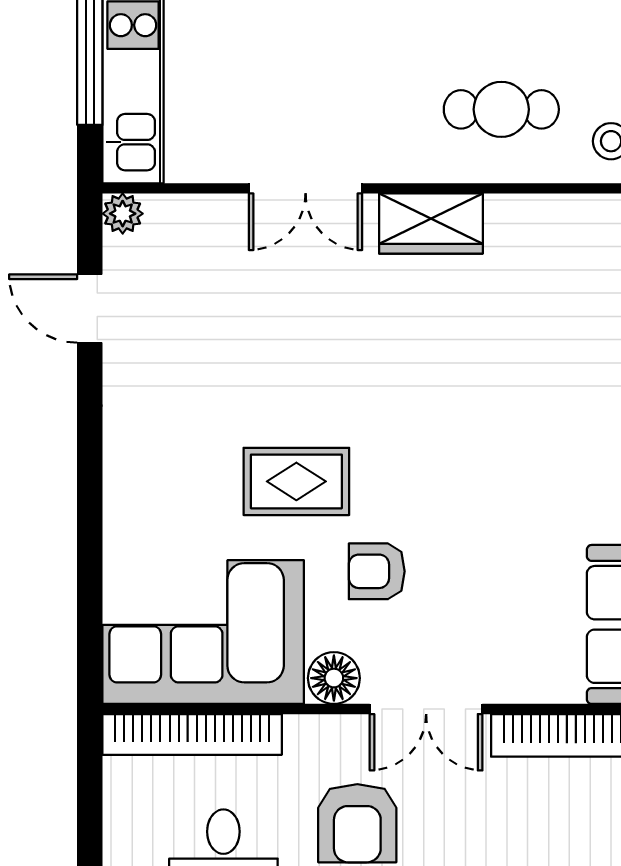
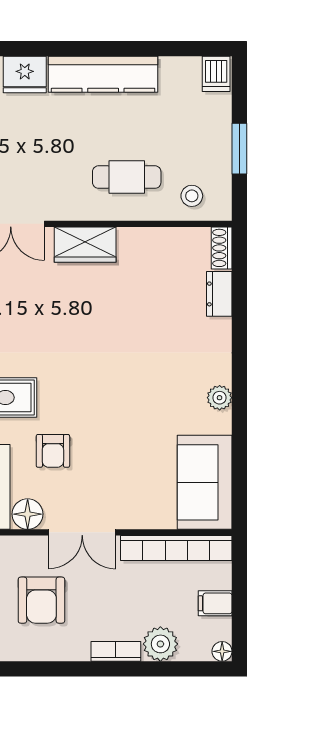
armchair: (377, 571) -> (53, 451), turned -90

